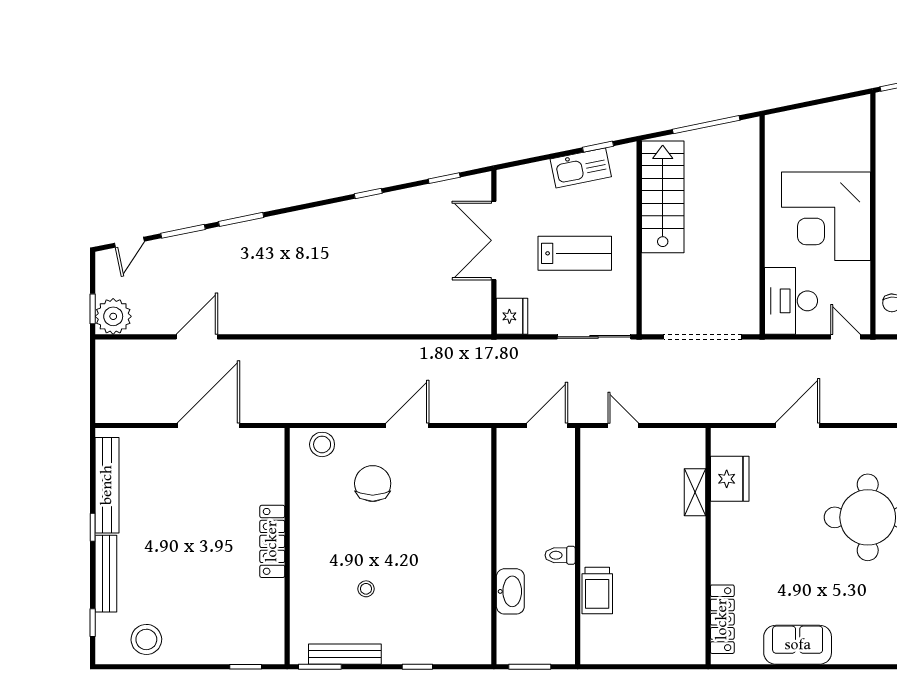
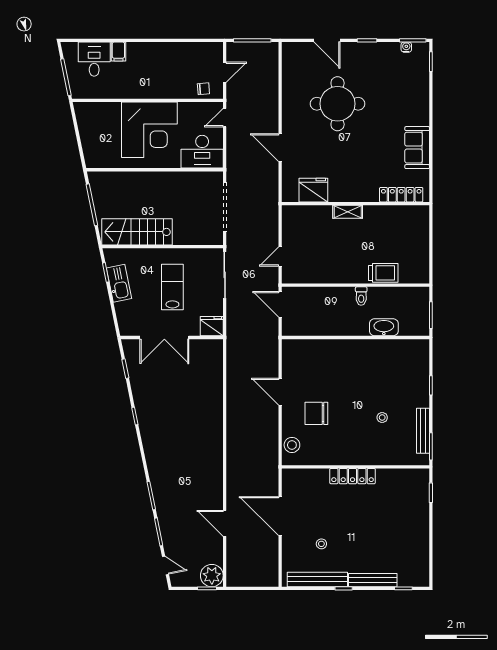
shelving: (695, 492) -> (348, 212), moved
stool: (146, 639) -> (321, 544), moved, width x0.53, depth x0.53

